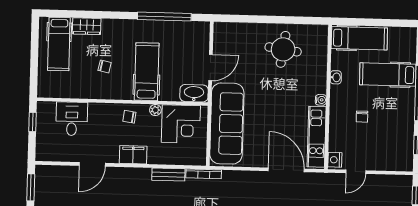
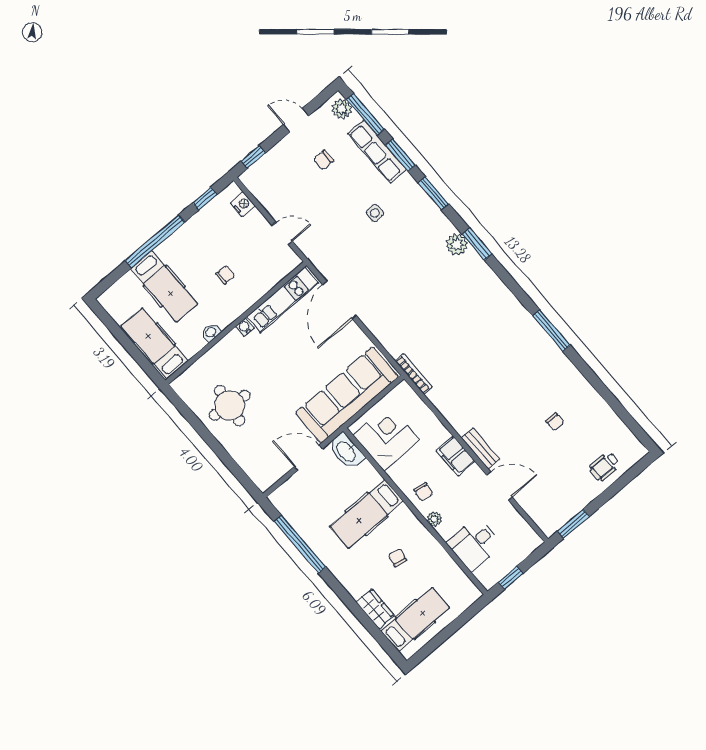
plant: (155, 110) -> (434, 519), moved
nightstand: (335, 160) -> (243, 204), moved, turned -90
bench: (168, 175) -> (481, 448), moved

